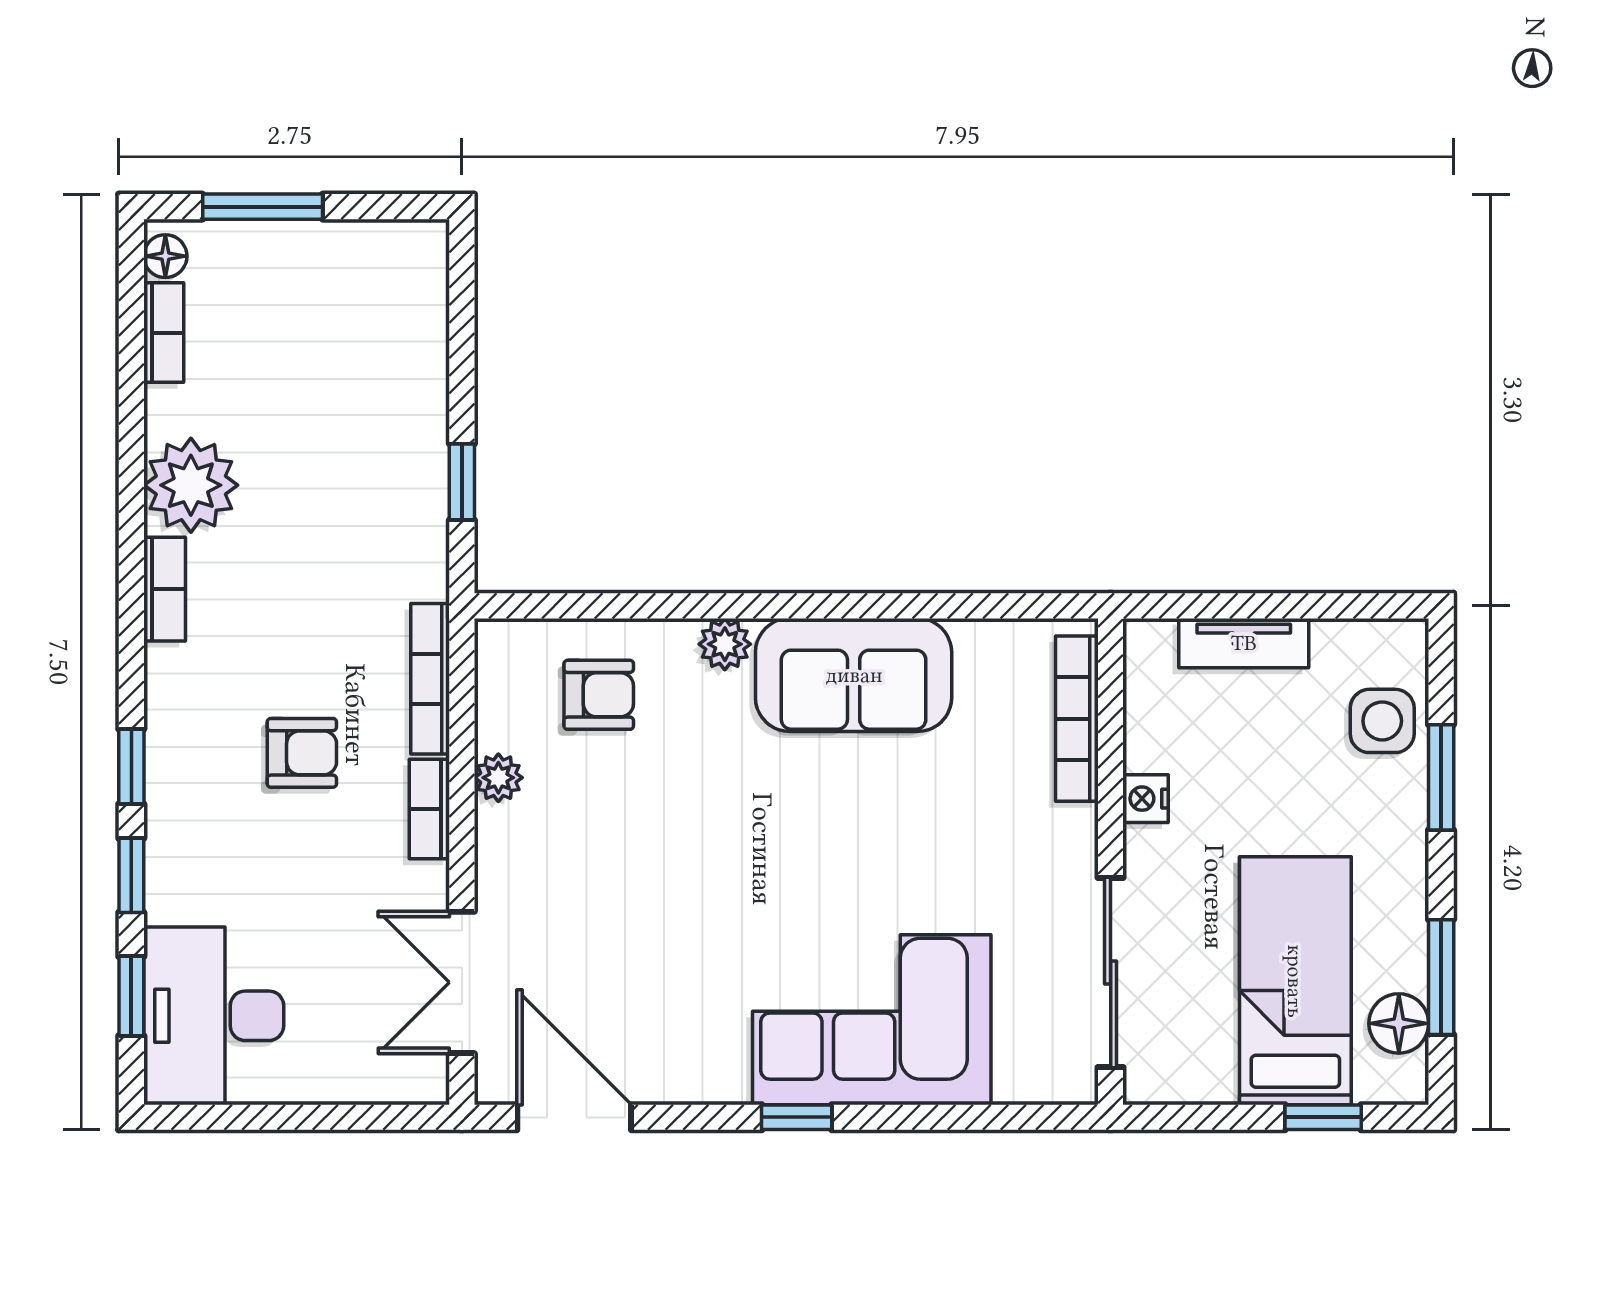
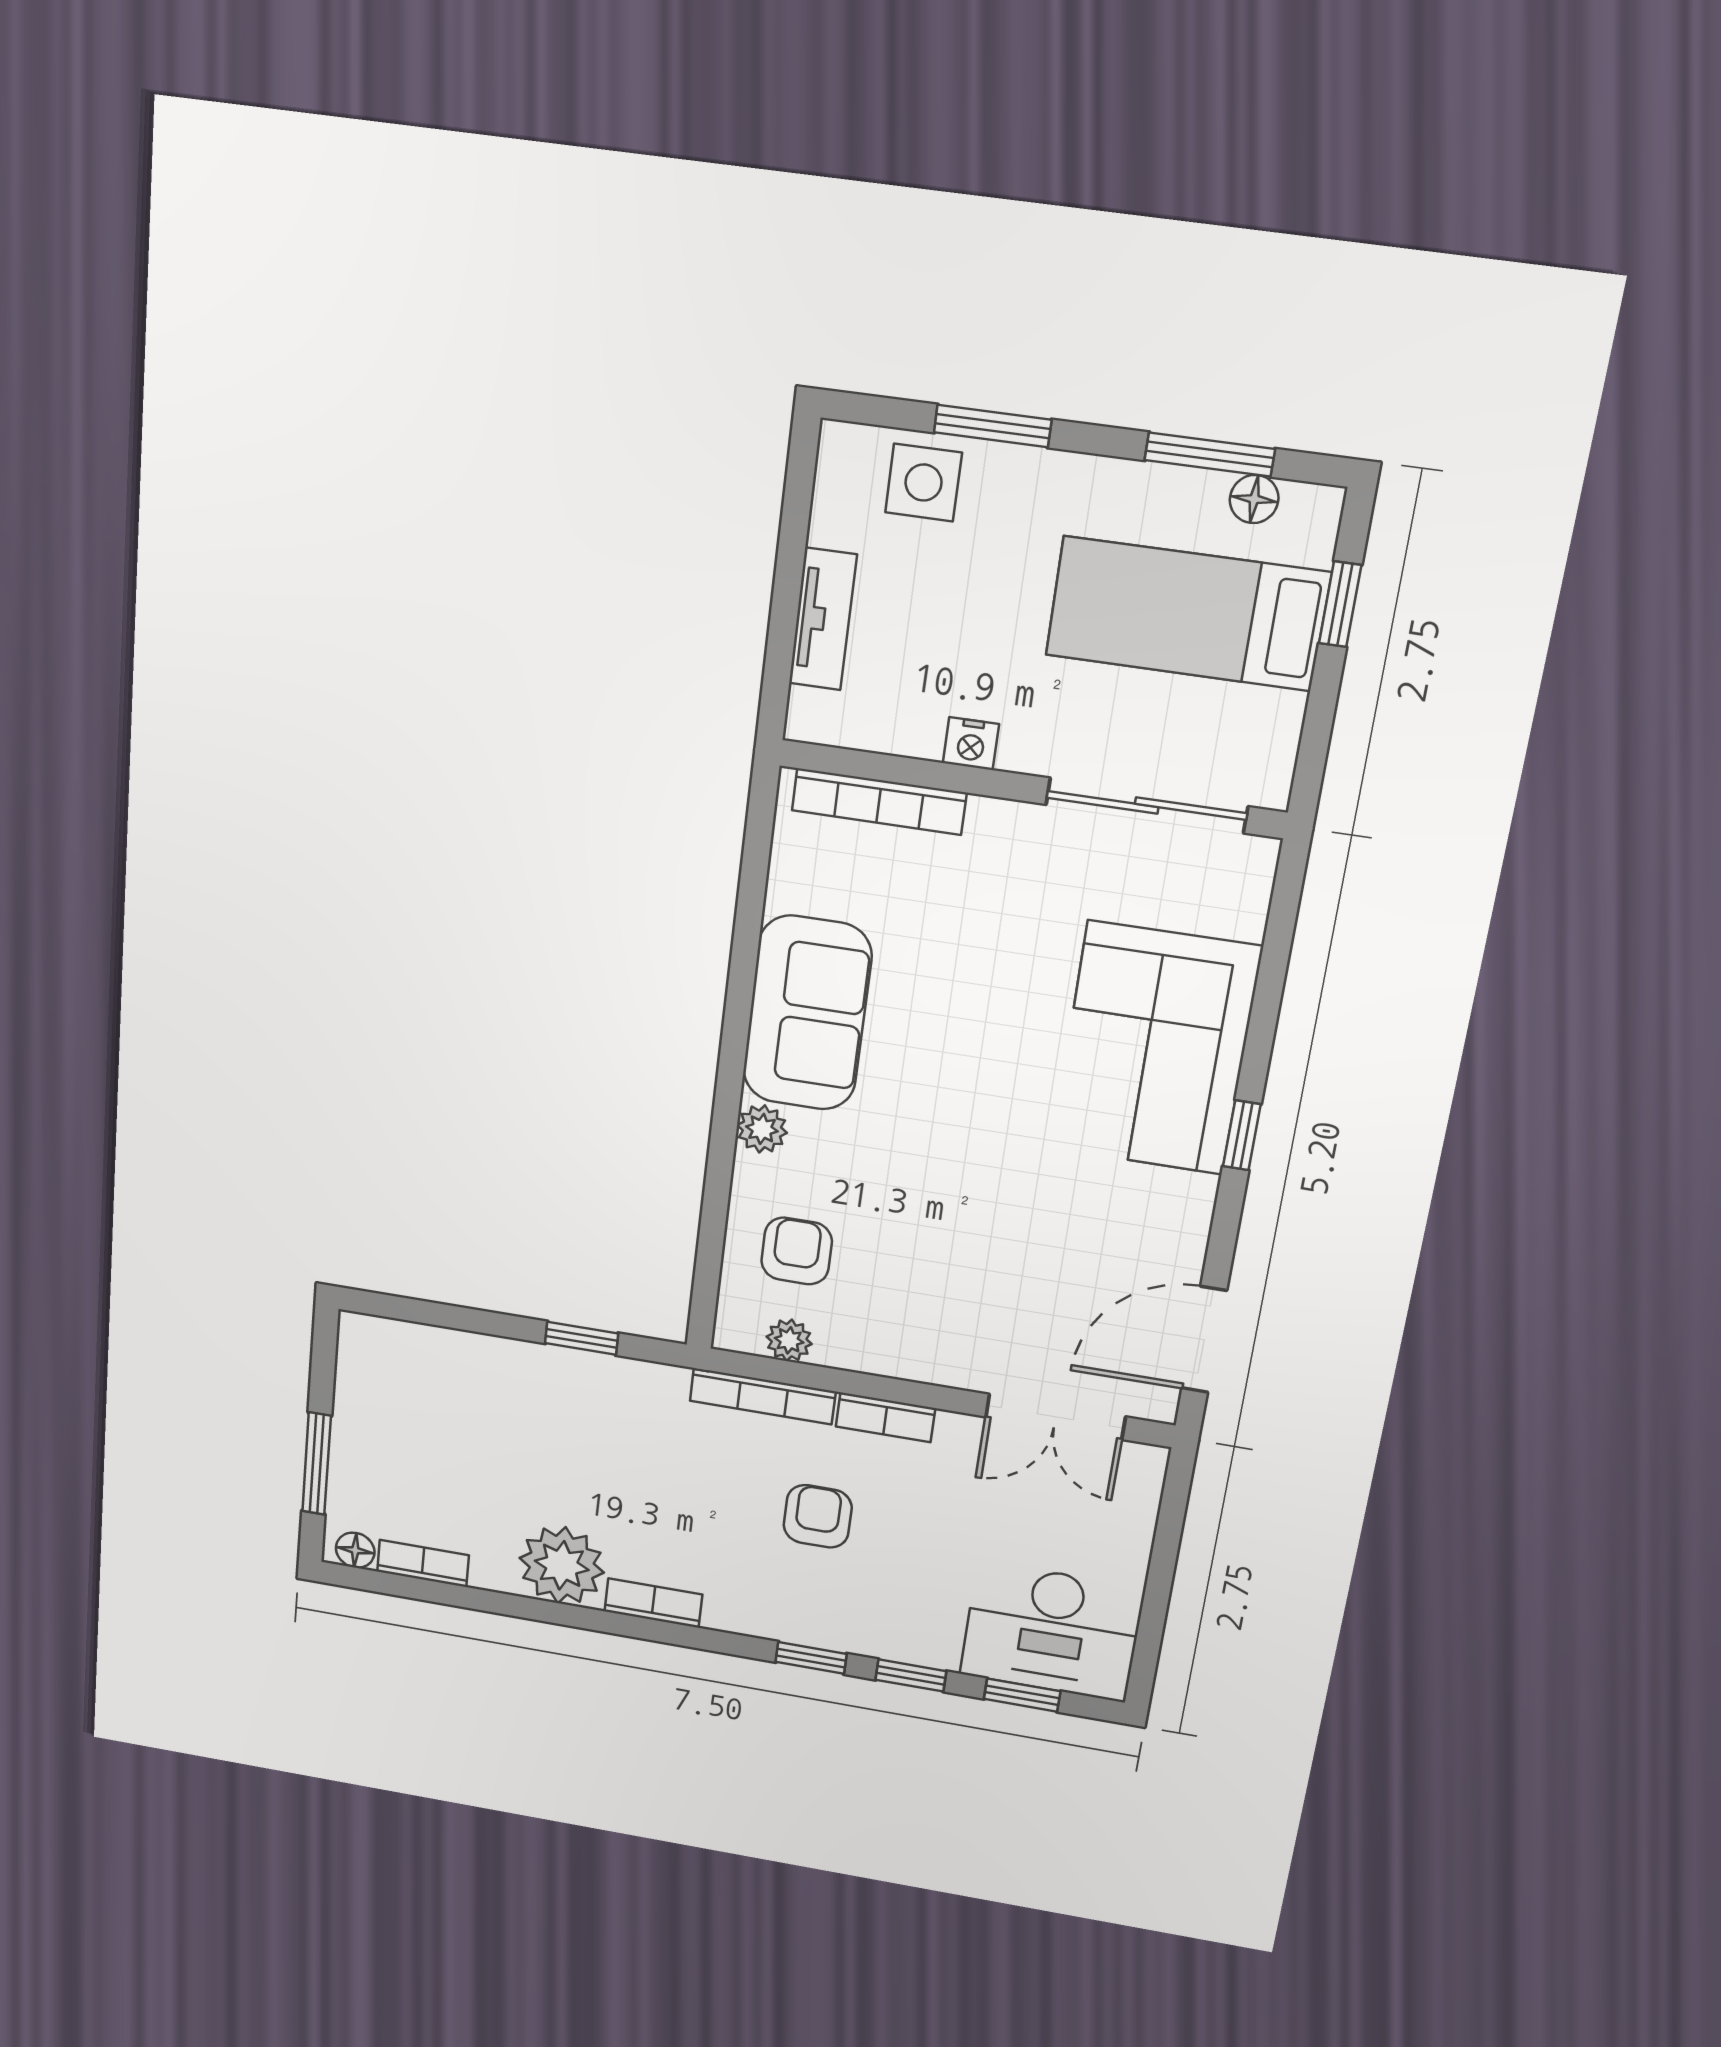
plant: (498, 778) -> (789, 1340), moved
floor lamp: (1399, 1023) -> (1254, 499), width x0.73, depth x0.73

